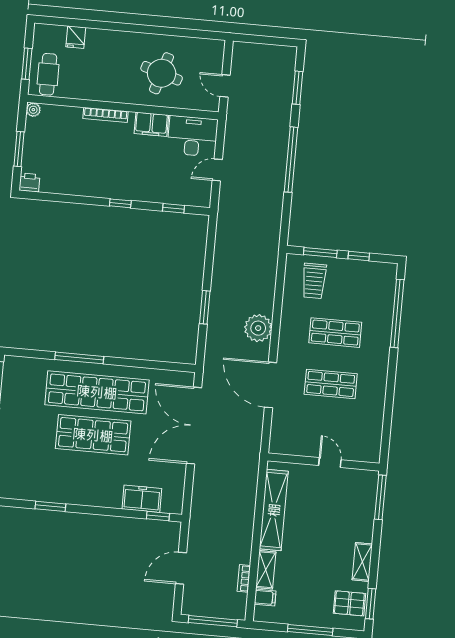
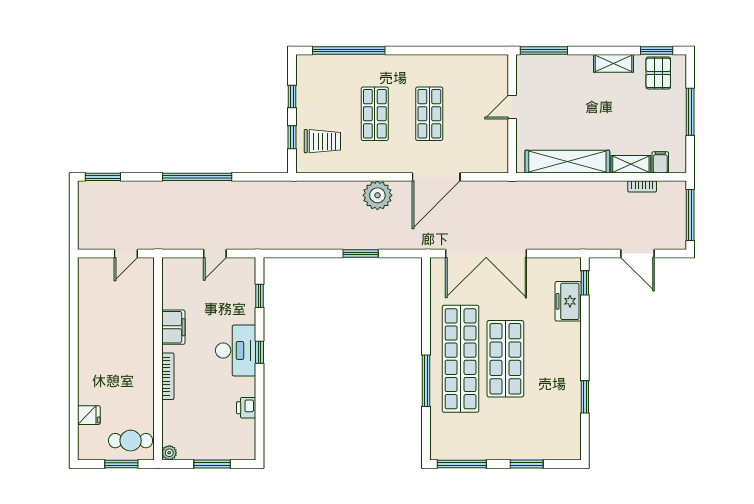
round table: (162, 73) -> (119, 321), removed
window: (298, 88) -> (103, 177), moved
desk: (192, 136) -> (236, 350), moved, turned 180
door: (217, 170) -> (215, 253), hinge flipped
printer: (29, 182) -> (246, 408), moved
window: (320, 252) -> (292, 137), width x0.67

